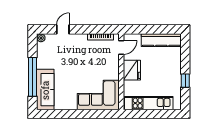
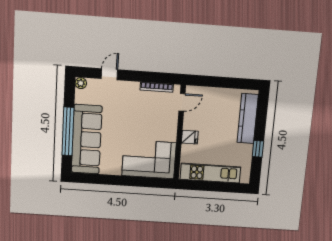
kitchen counter: (161, 40) -> (248, 119), moved, turned 90
fridge: (132, 70) -> (190, 137), width x0.53, depth x0.75
sofa: (45, 90) -> (87, 139), width x1.36, depth x1.27

